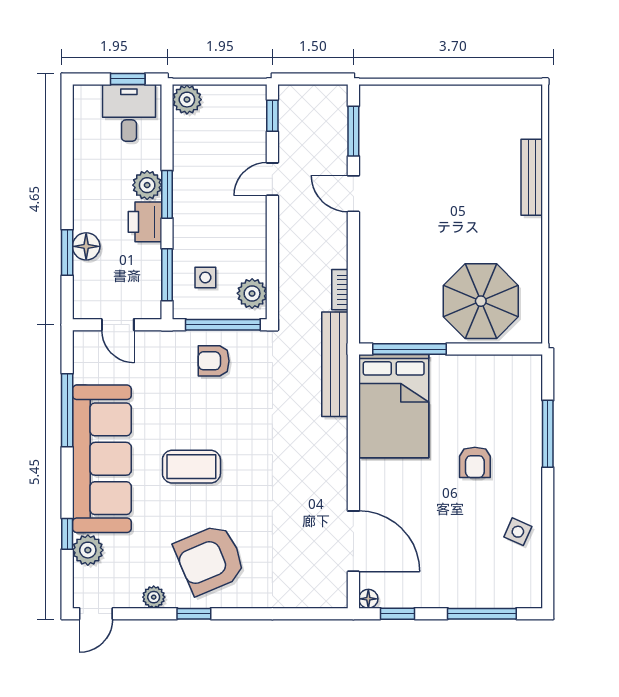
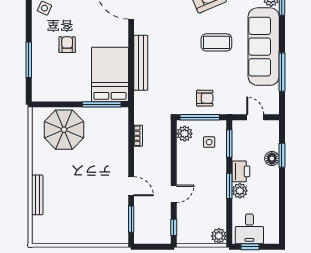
bench: (335, 364) -> (141, 63), moved

